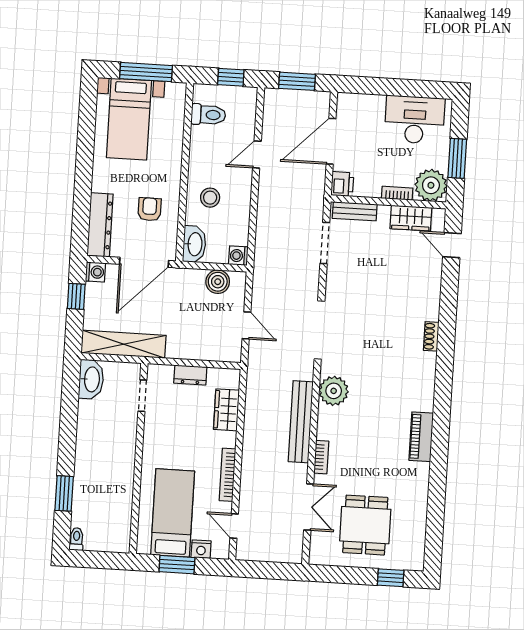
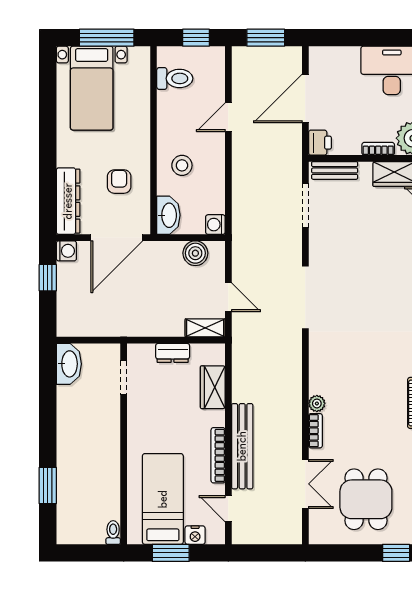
shelving: (123, 344) -> (205, 328), moved, width x0.45, depth x0.75
plant: (334, 391) -> (317, 403), moved, width x0.53, depth x0.53
bench: (301, 422) -> (242, 446), moved
toilet: (76, 539) -> (113, 533), moved

